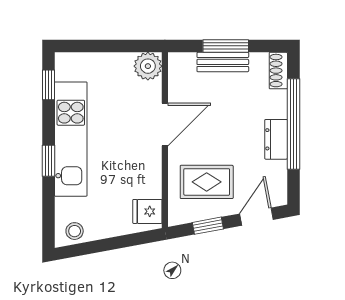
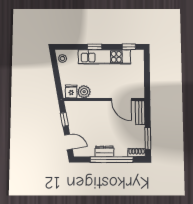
window: (226, 46) -> (148, 138), moved
bench: (223, 62) -> (140, 113), moved
plant: (148, 66) -> (84, 92), moved
door: (165, 125) -> (121, 99), moved
rug: (207, 182) -> (85, 119), removed

